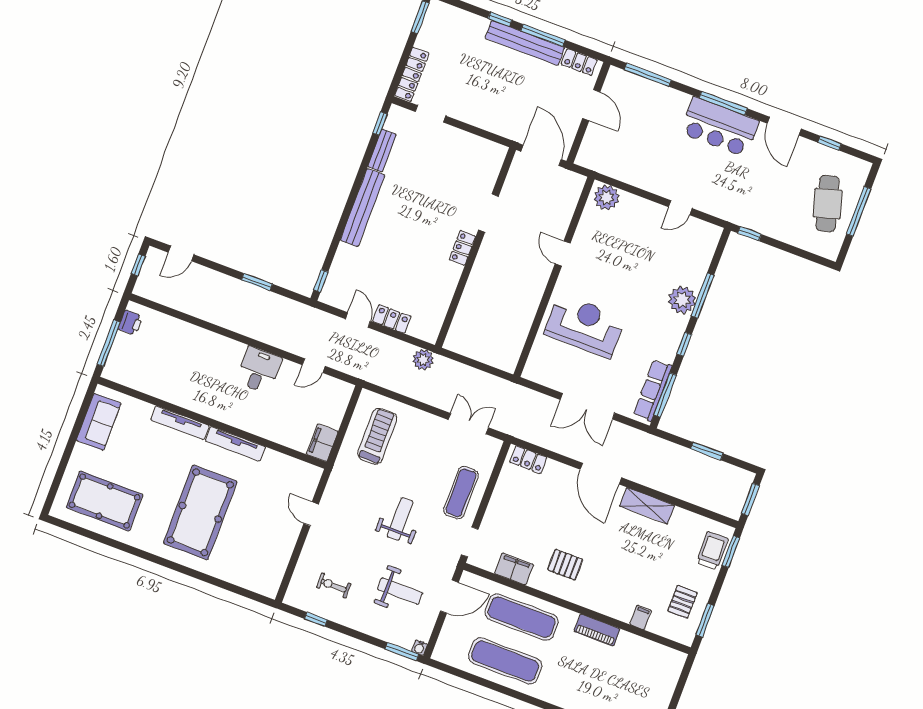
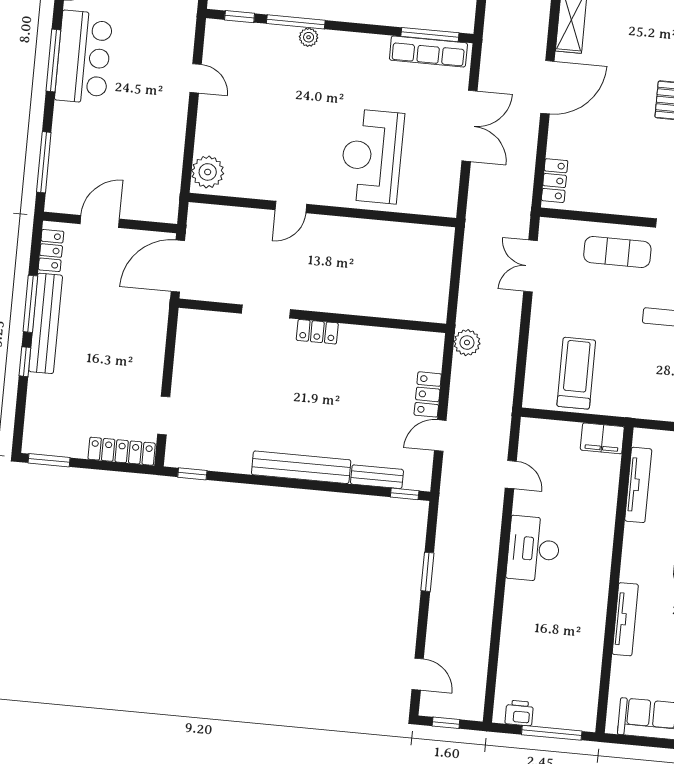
bench: (382, 151) -> (377, 477), moved
plant: (682, 300) -> (309, 37), width x0.53, depth x0.53
window: (684, 344) -> (240, 17), moved
desk: (259, 370) -> (533, 549), width x1.37
treadmill: (377, 436) -> (576, 373), turned 90
tv unit: (235, 444) -> (638, 485), moved

